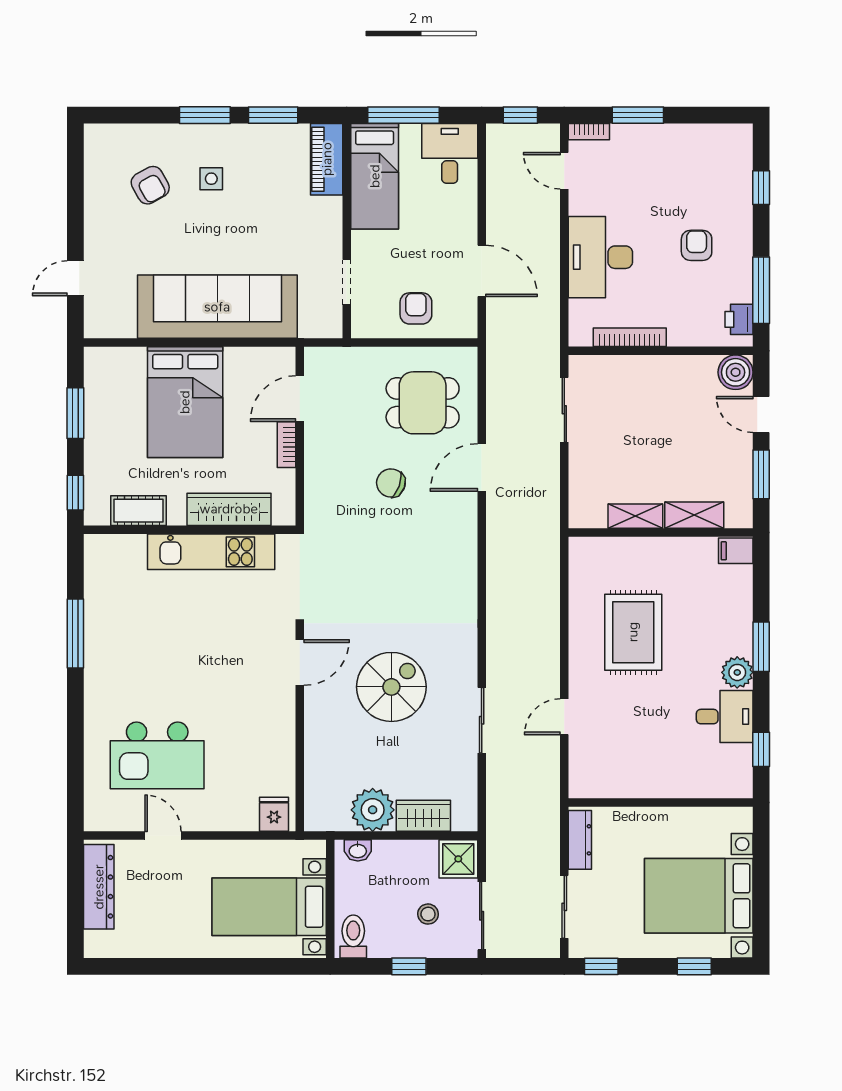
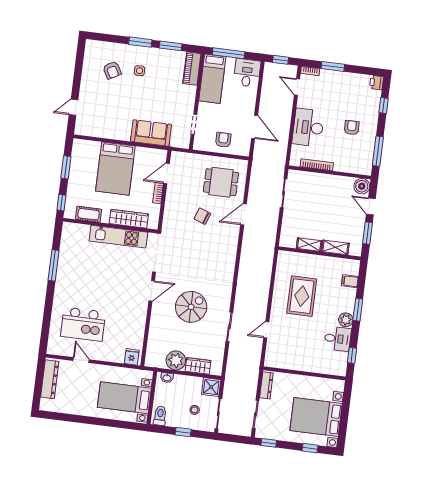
sofa: (217, 307) -> (151, 133), width x0.54, depth x0.79
printer: (739, 319) -> (376, 83), moved
filing cabinet: (736, 551) -> (350, 281), moved

